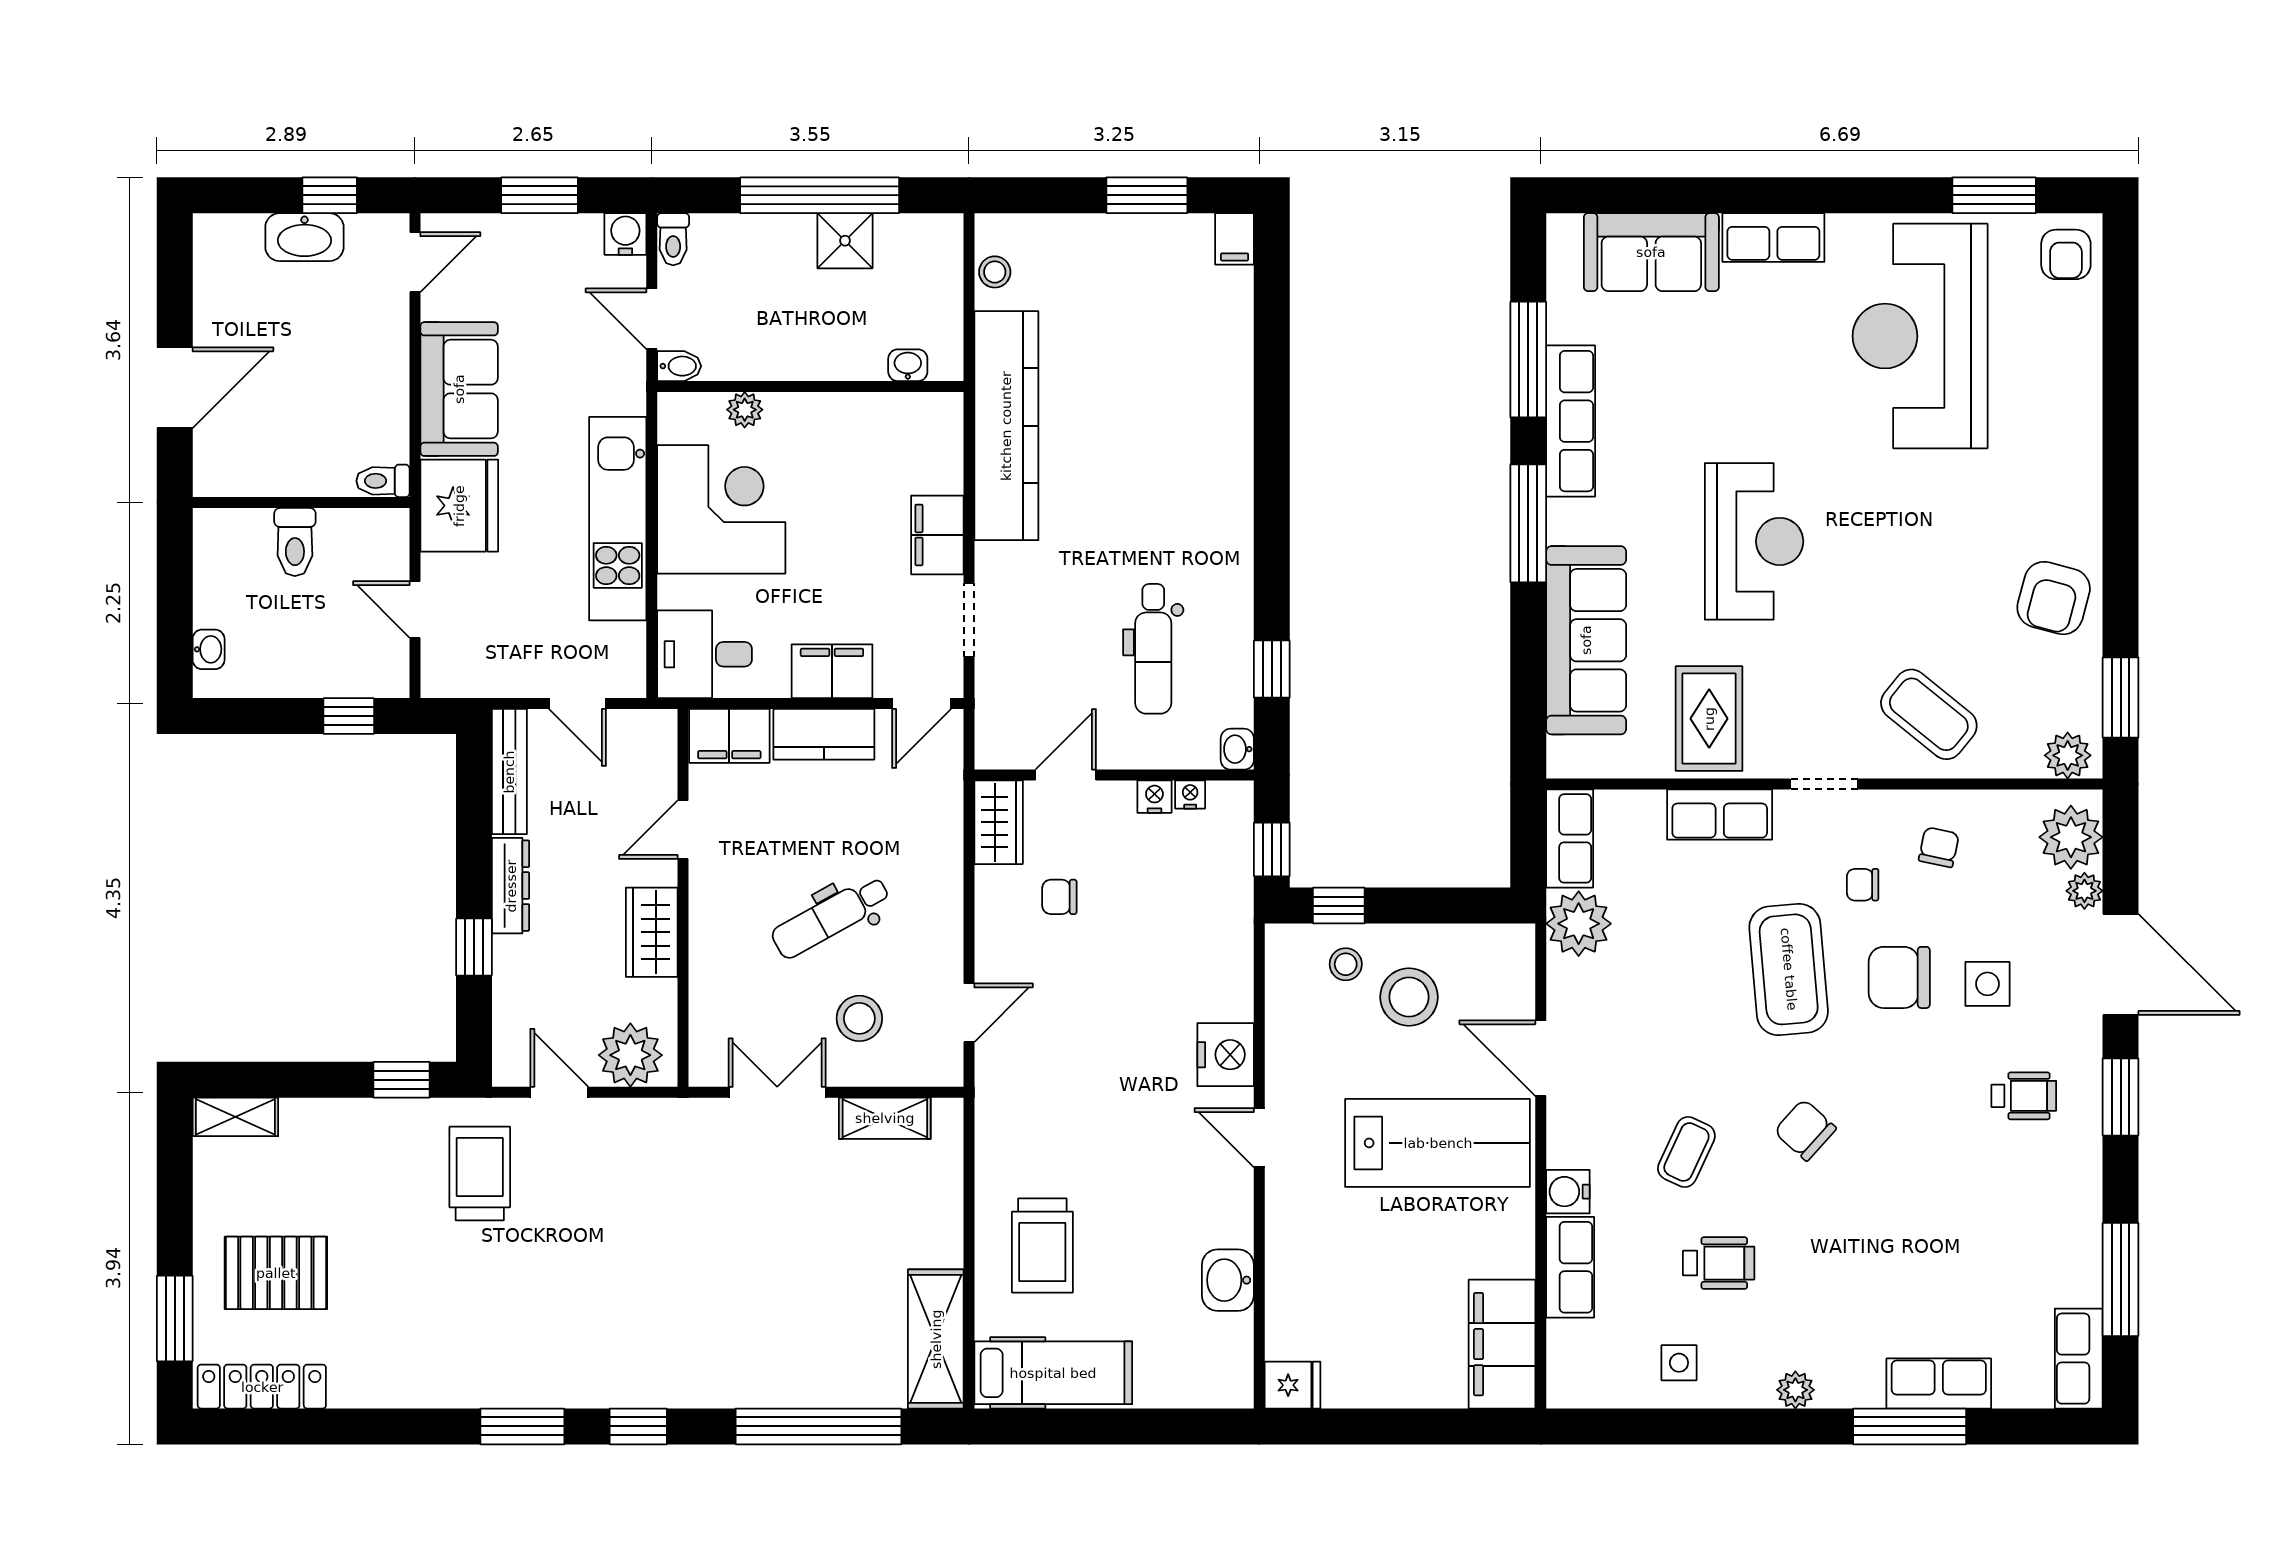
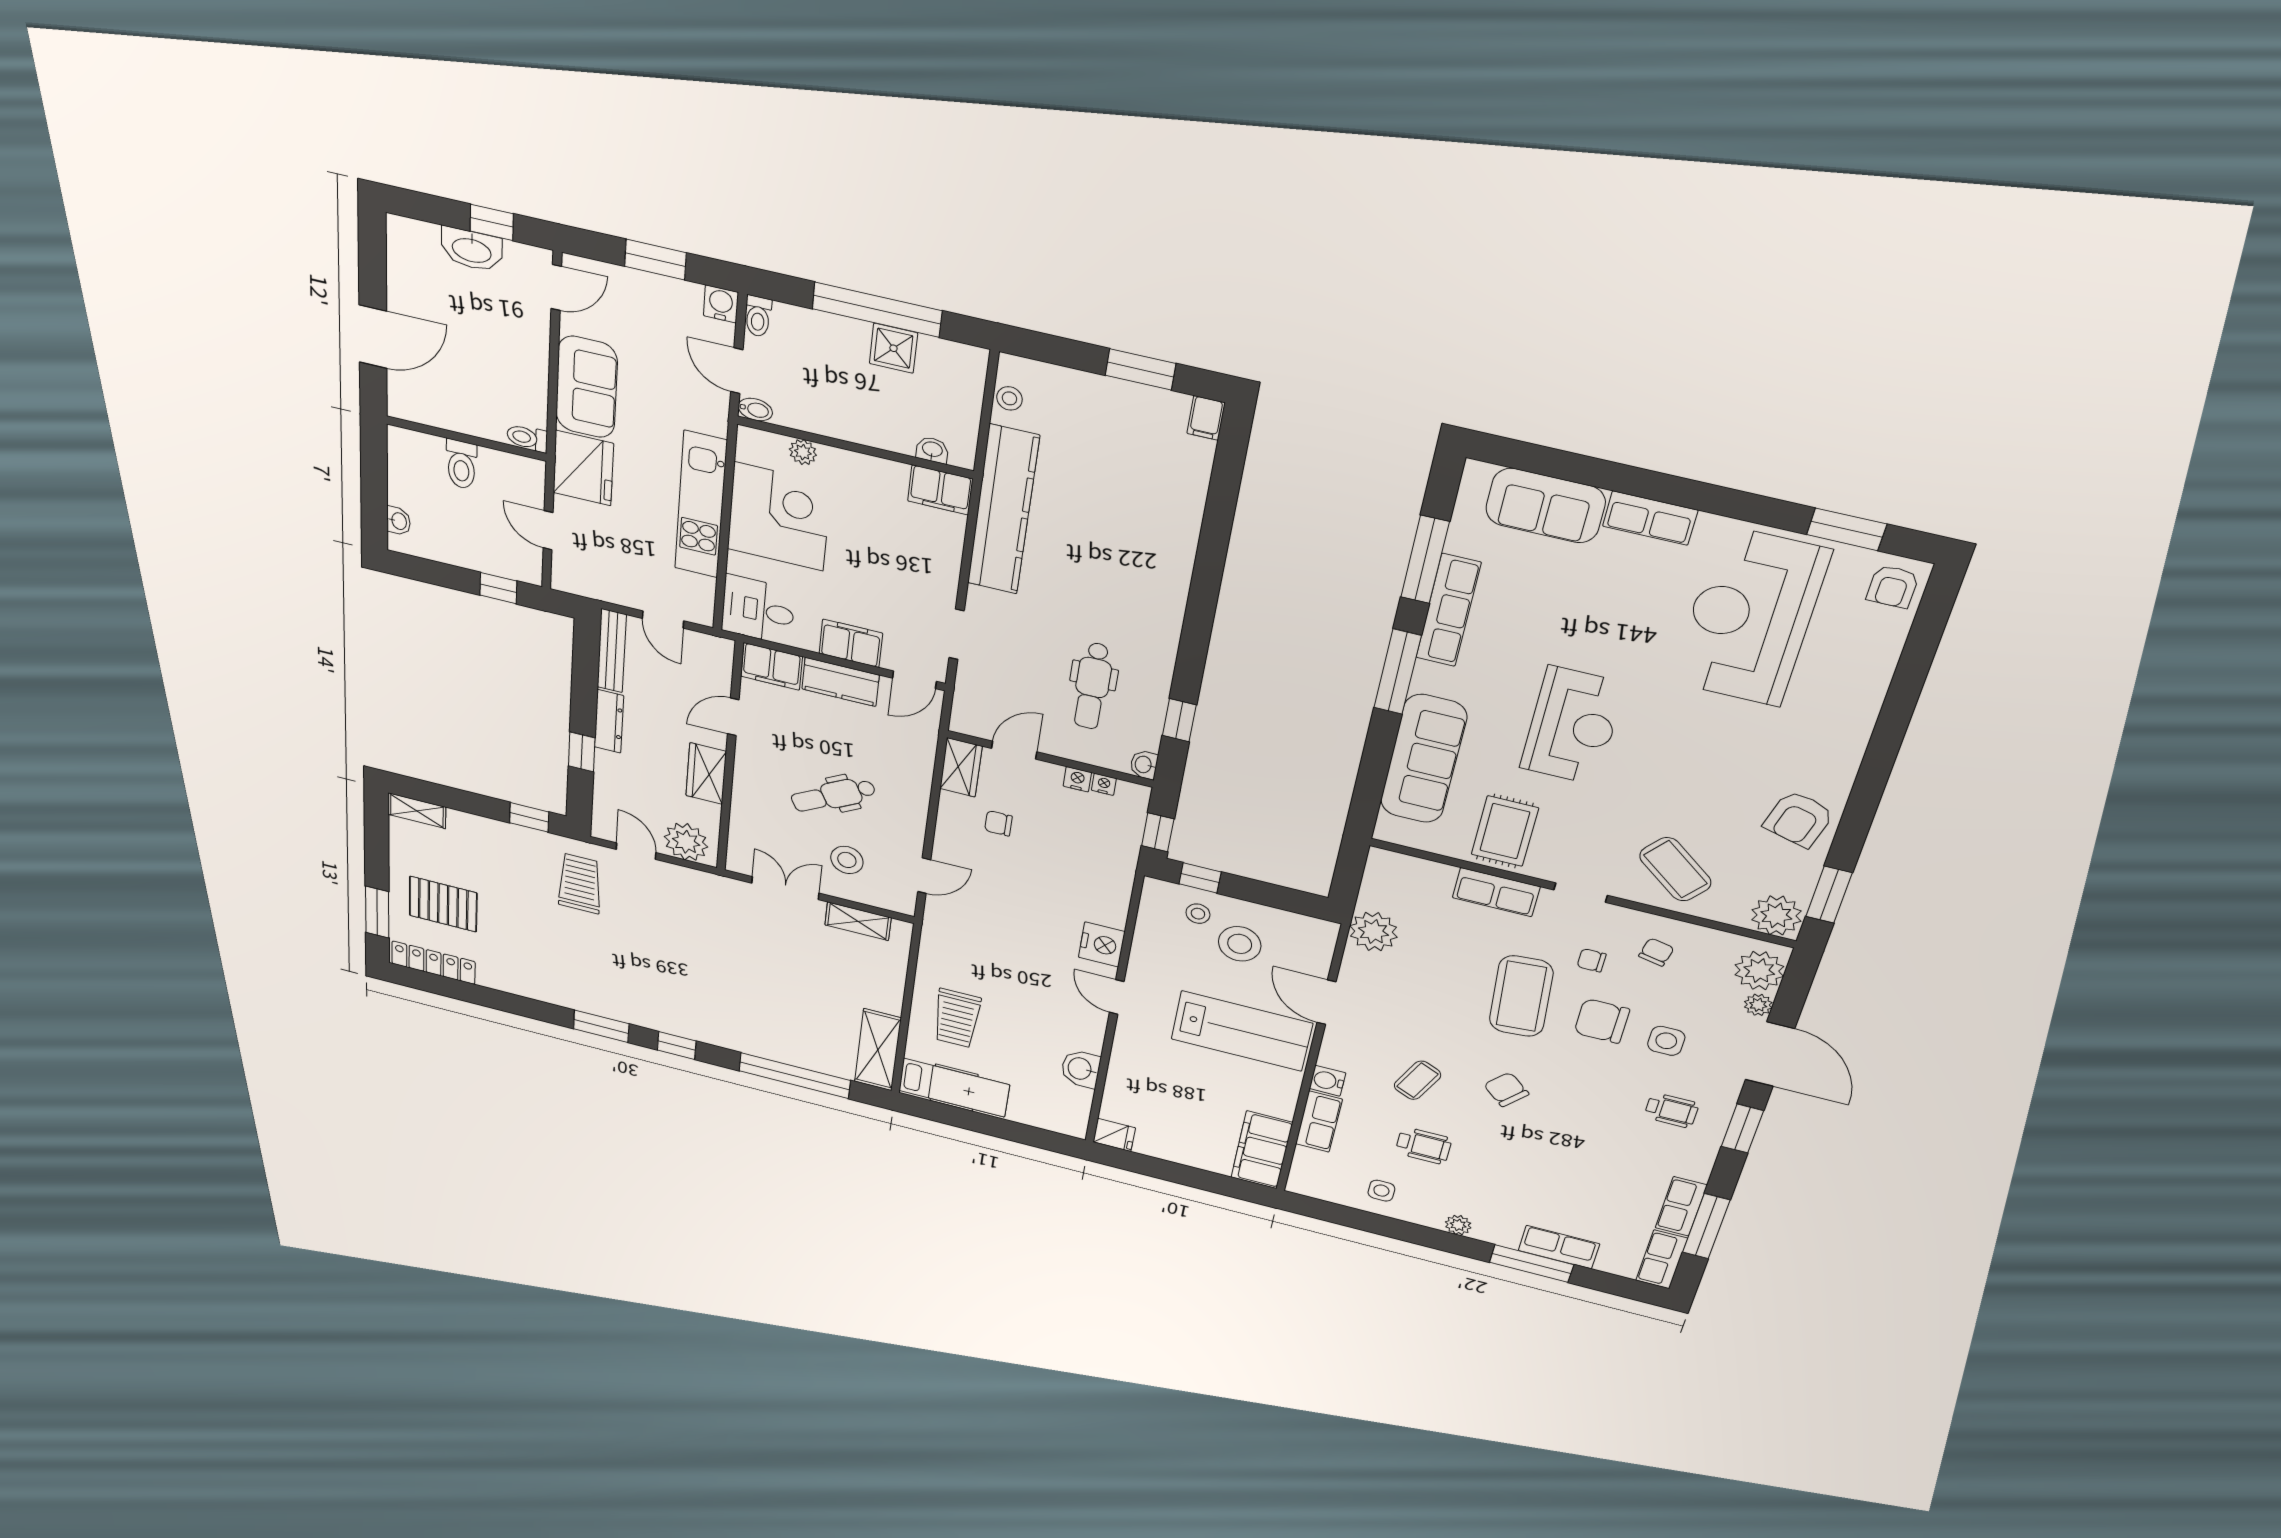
filing cabinet: (937, 535) -> (940, 490), moved, turned -90
plant: (2068, 755) -> (1776, 915), width x1.36, depth x1.36
row of seats: (1570, 838) -> (1681, 1206), moved, turned 180

